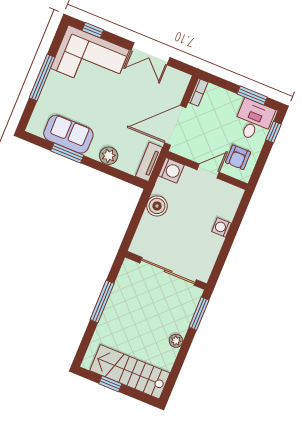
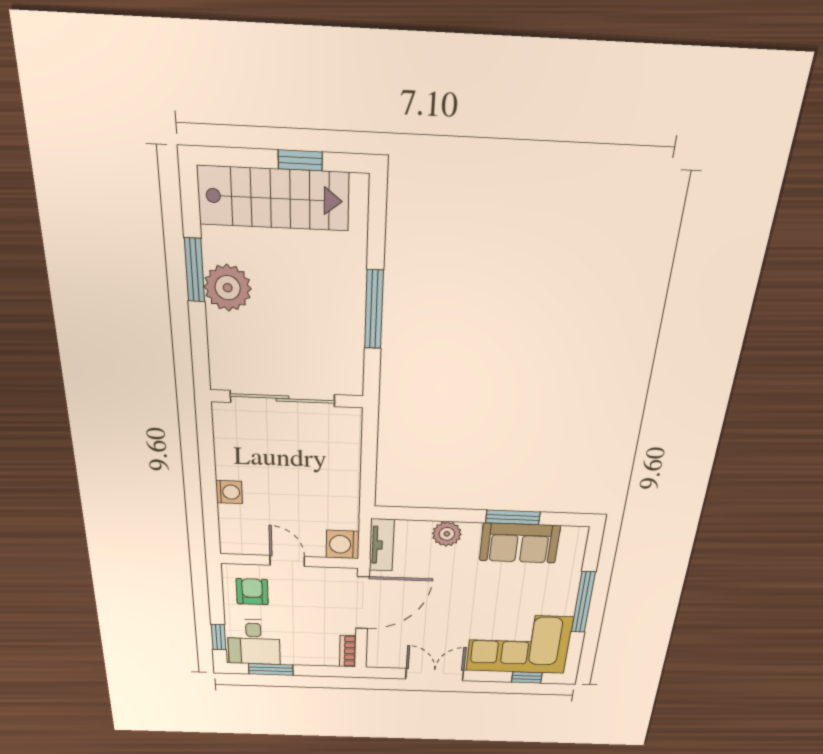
door: (208, 171) -> (287, 561), swing flipped
boiler: (157, 206) -> (343, 489), removed
window: (199, 314) -> (195, 270), moved
plant: (176, 341) -> (228, 288), width x1.87, depth x1.87

